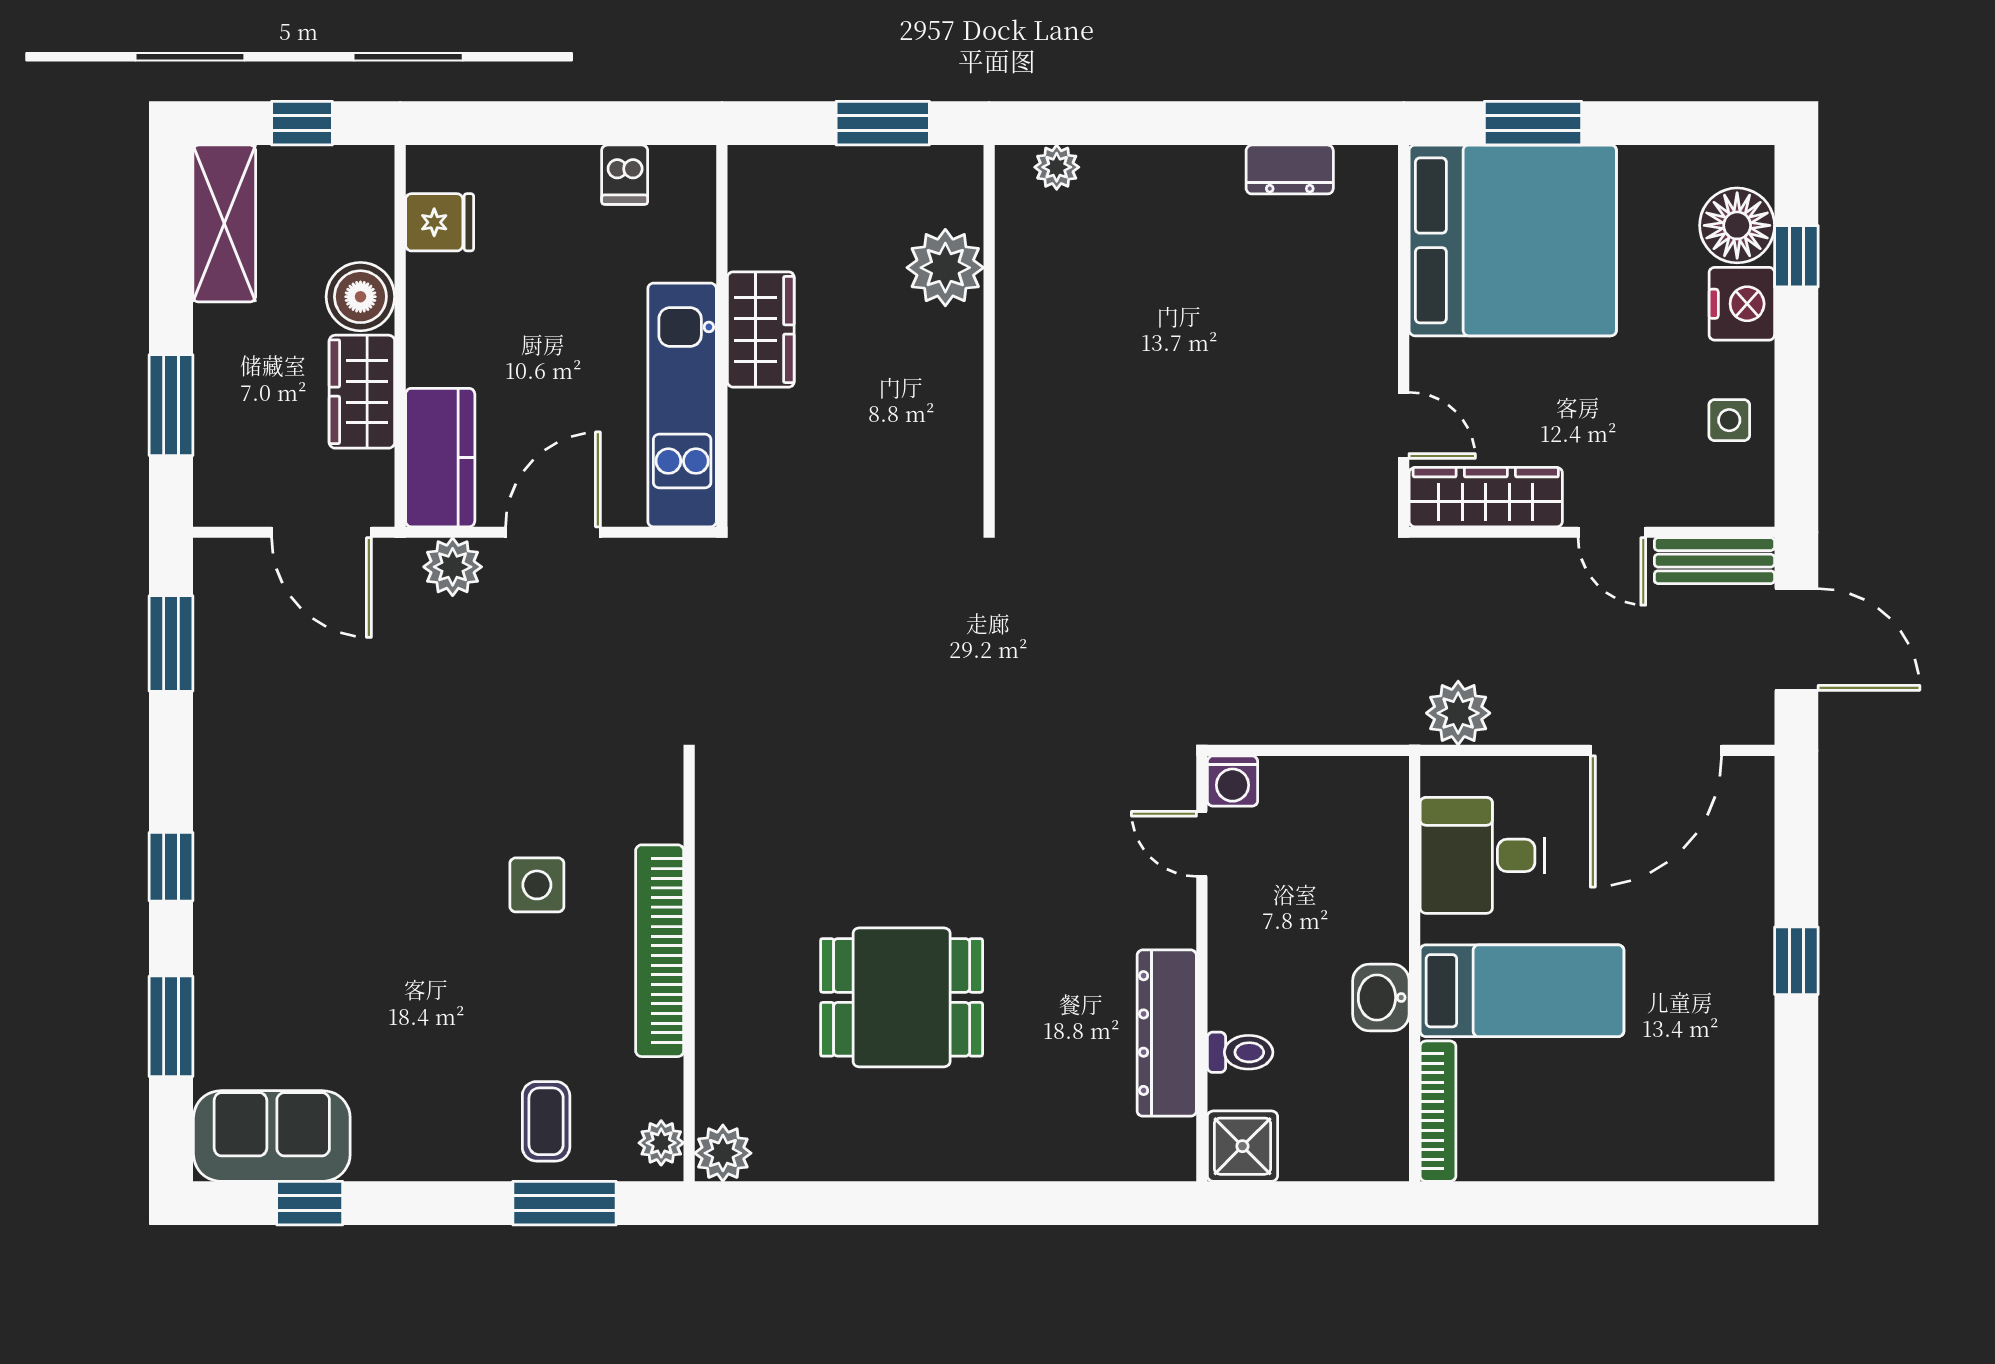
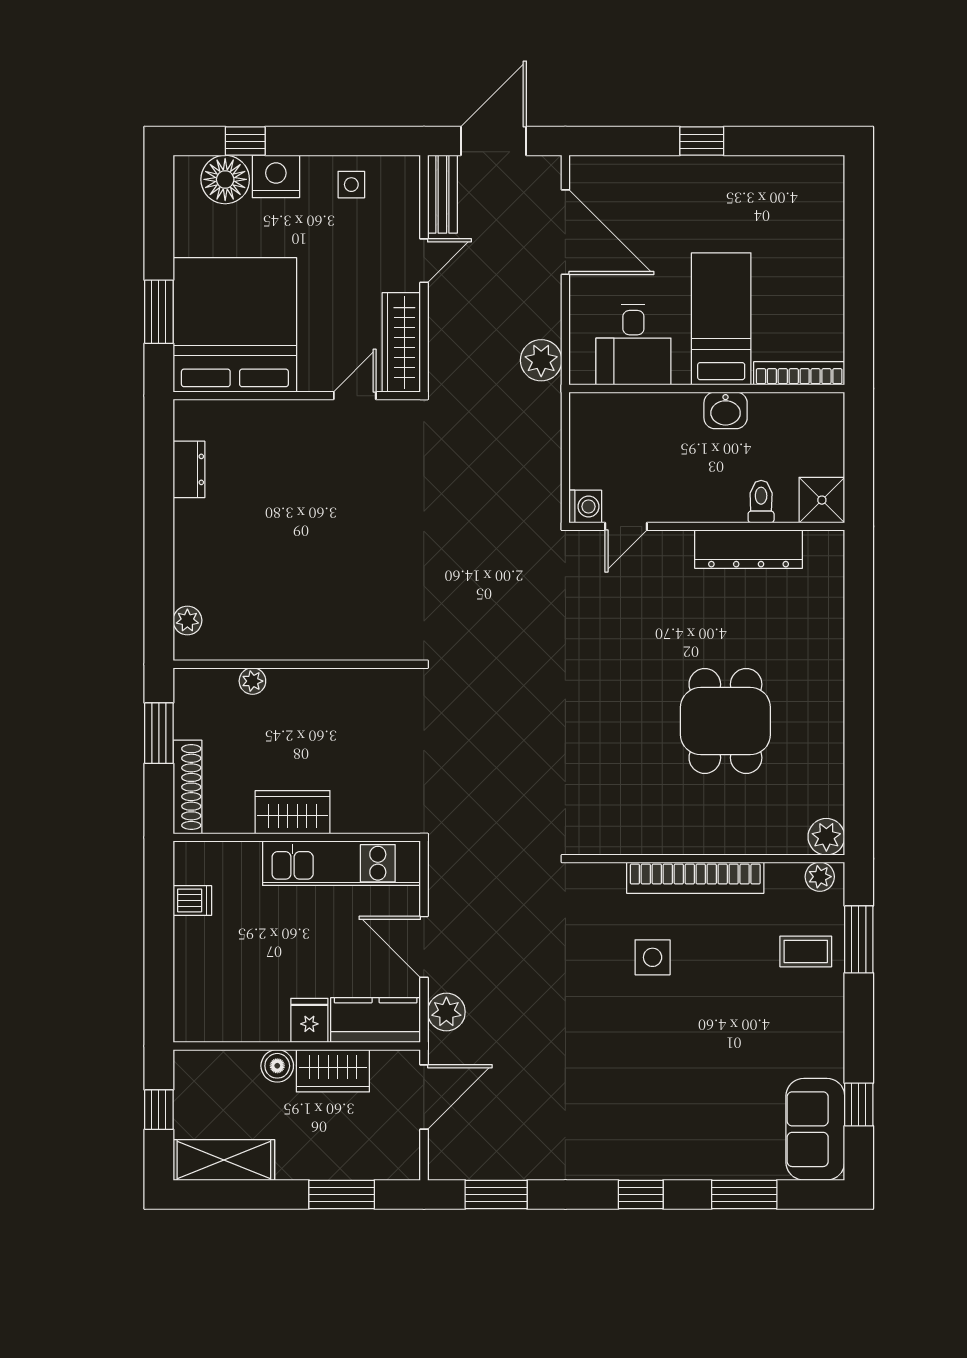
shoe rack: (800, 167) -> (187, 787), added
fridge: (440, 222) -> (309, 1020), moved
plant: (945, 268) -> (252, 681), width x0.53, depth x0.53
boiler: (360, 297) -> (277, 1066), width x0.73, depth x0.73

